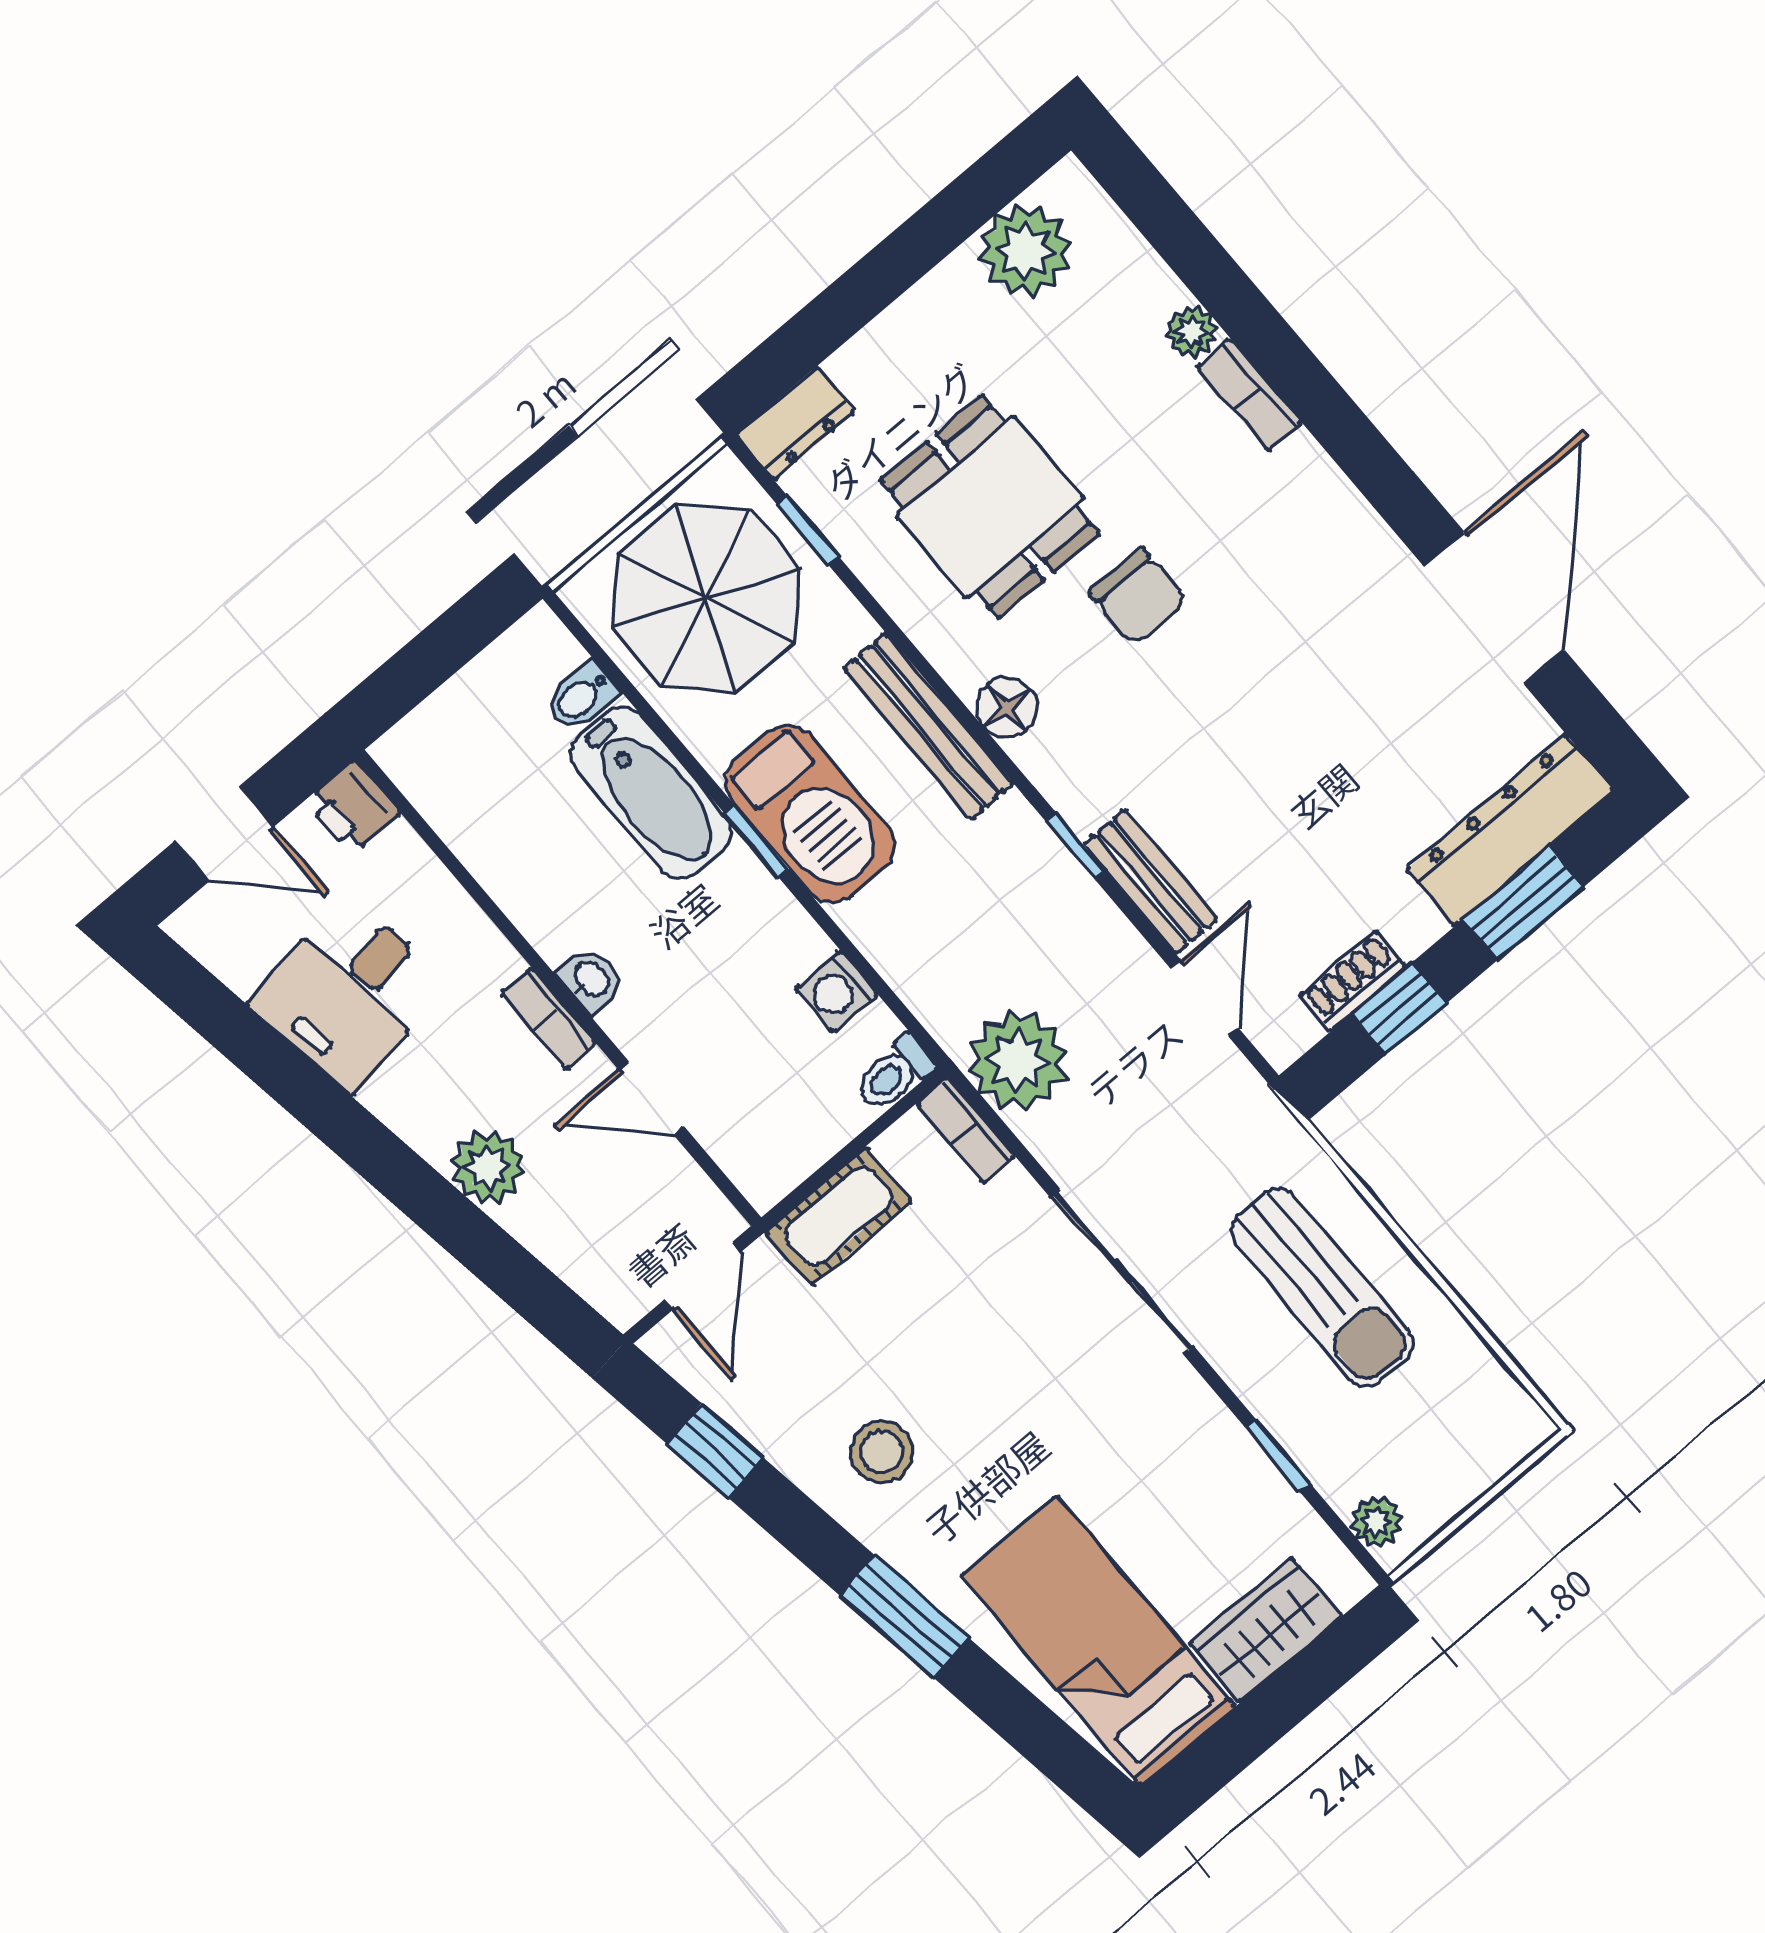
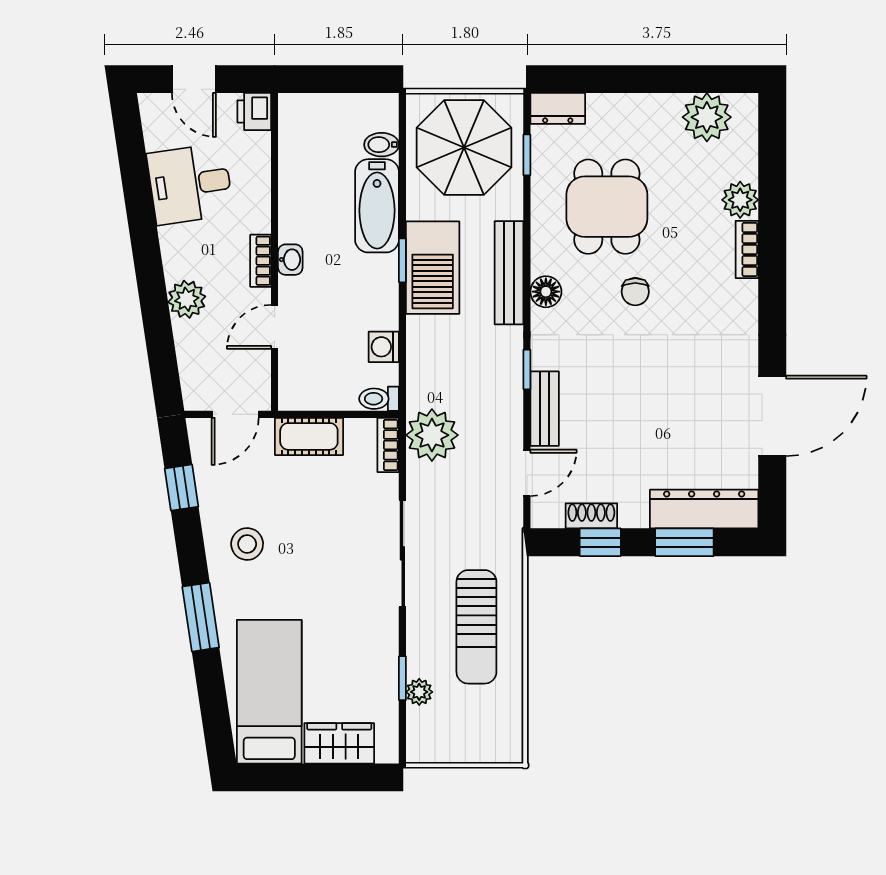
plant: (1191, 332) -> (740, 200), width x1.38, depth x1.38
chair: (1138, 596) -> (635, 292), width x0.73, depth x0.73
door: (651, 1098) -> (275, 327), hinge flipped
plant: (1376, 1522) -> (419, 692), moved

